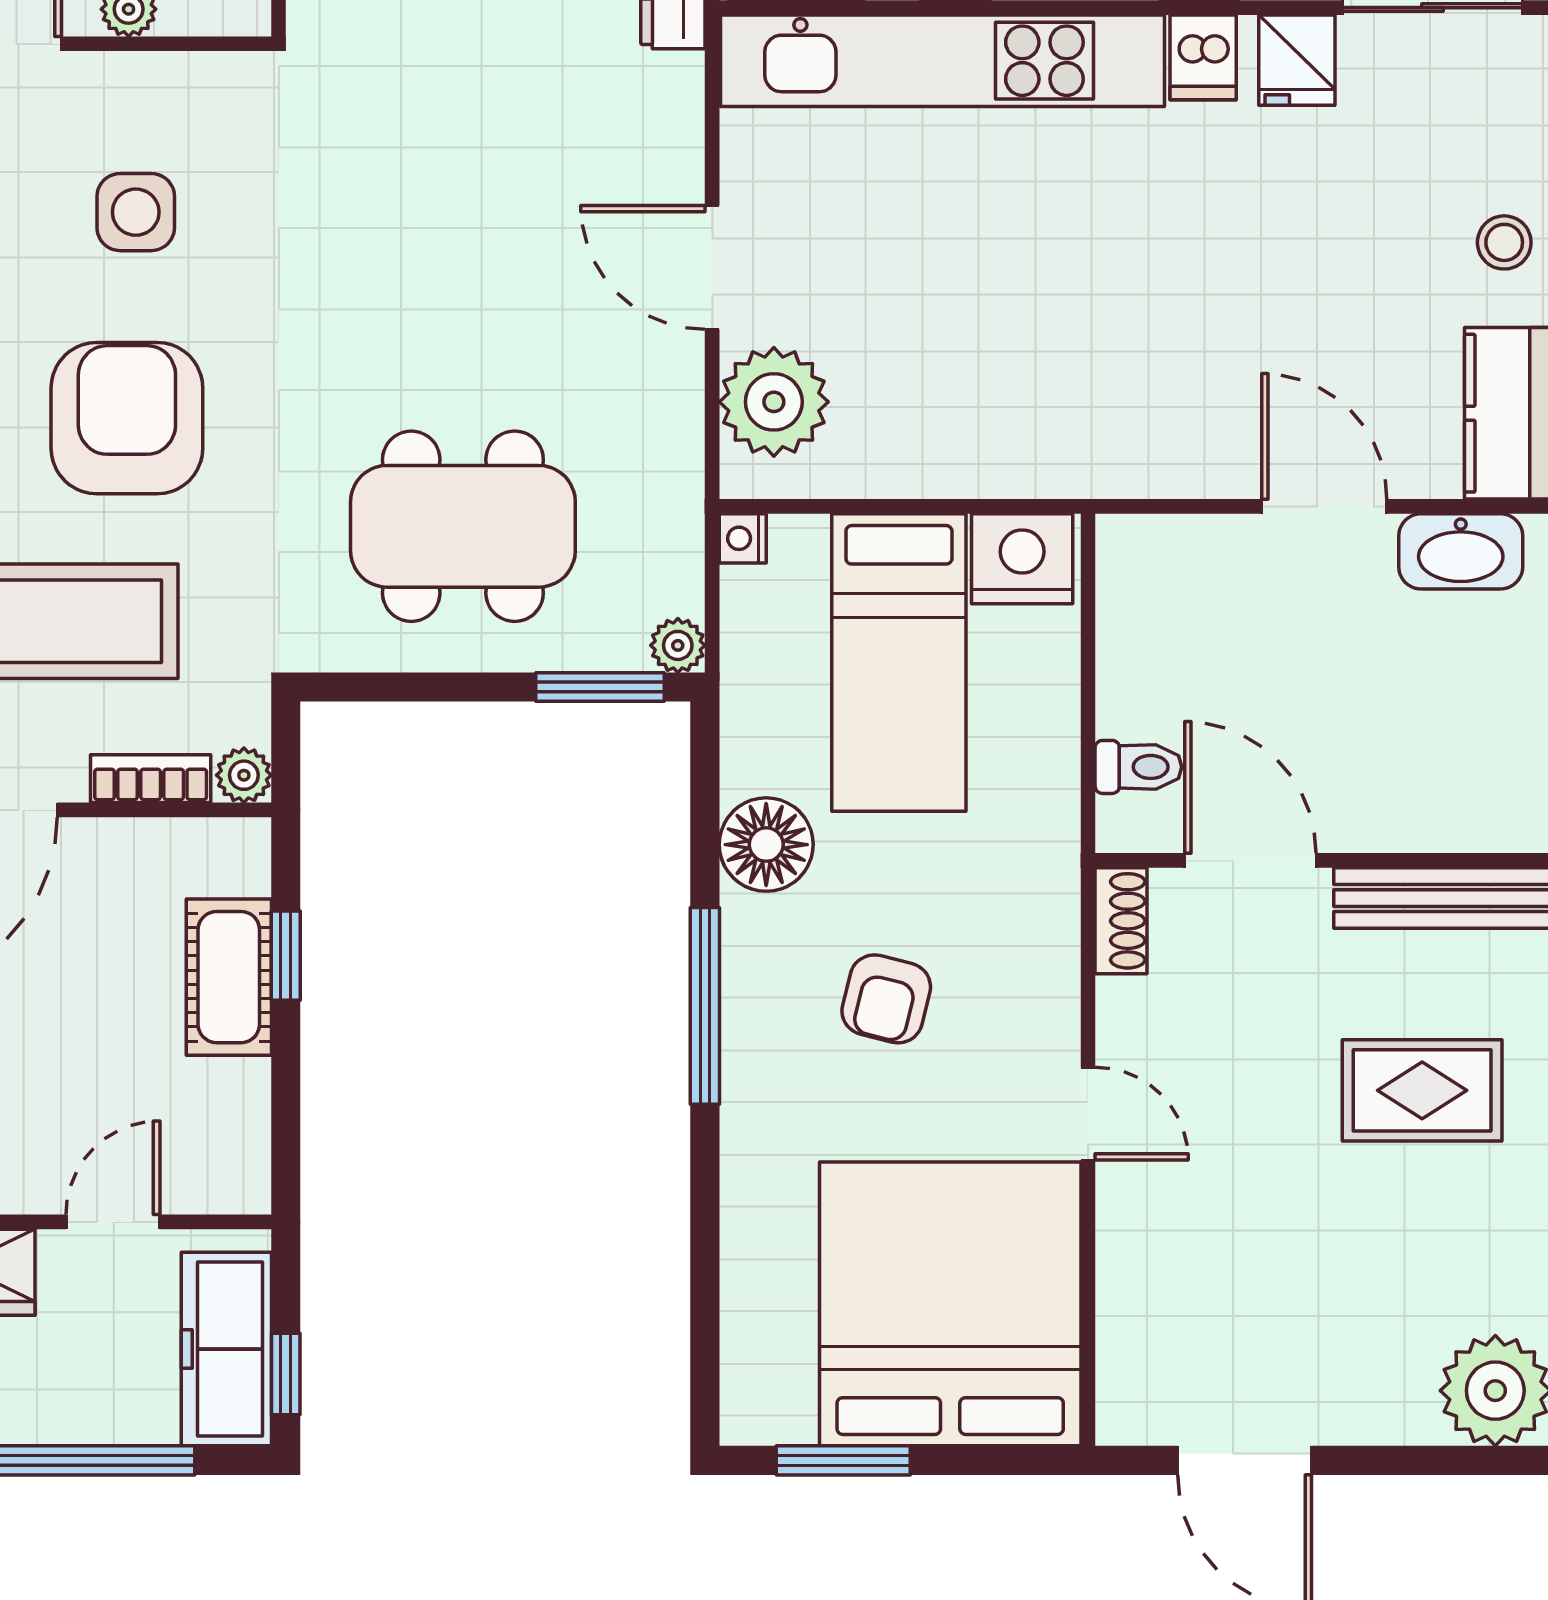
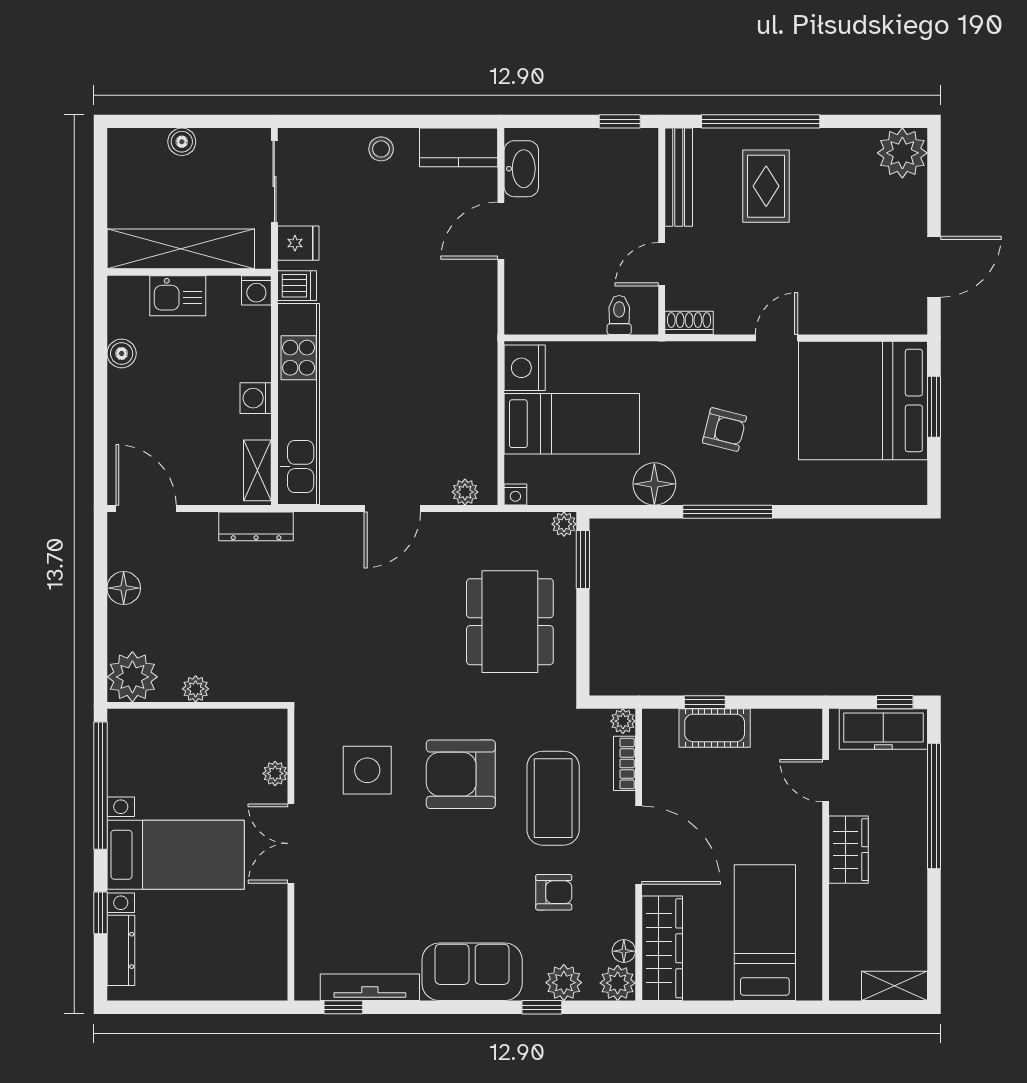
side table: (136, 212) -> (367, 770), width x1.37, depth x1.37
plant: (774, 402) -> (465, 492), width x0.53, depth x0.53
door: (1250, 860) -> (662, 264), width x0.73
window: (843, 1460) -> (934, 407), moved

